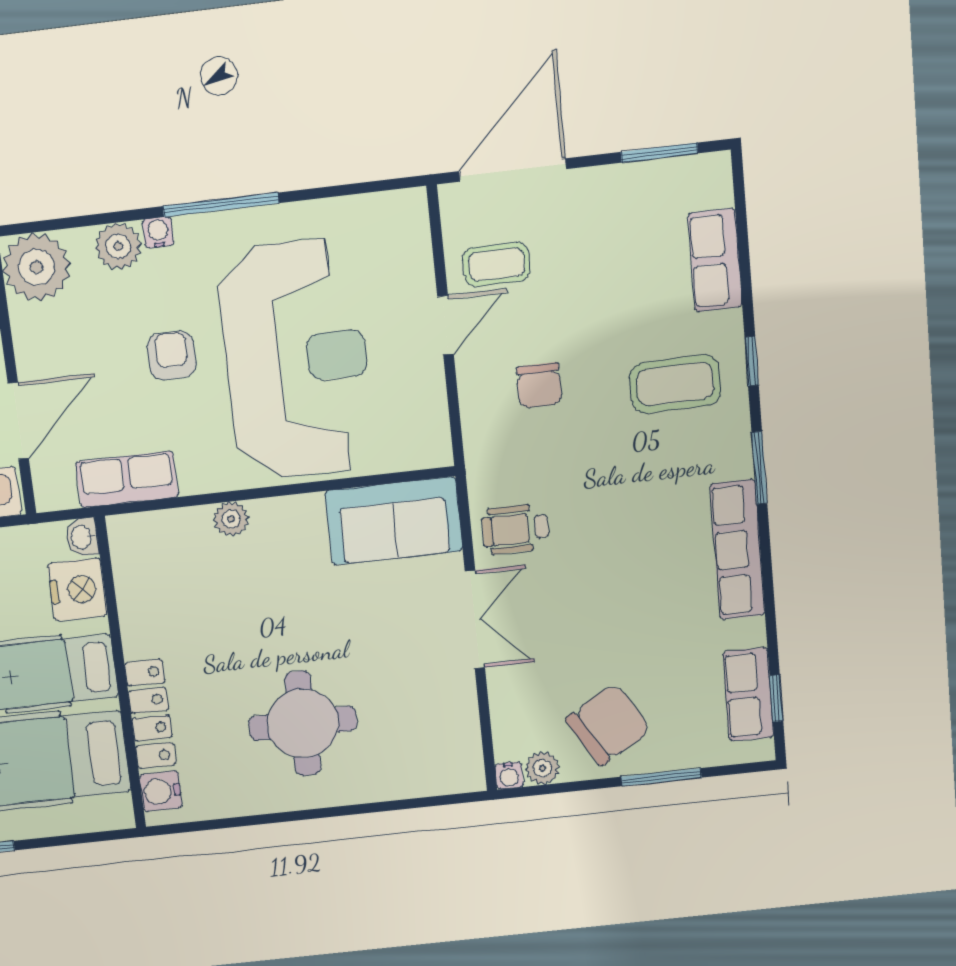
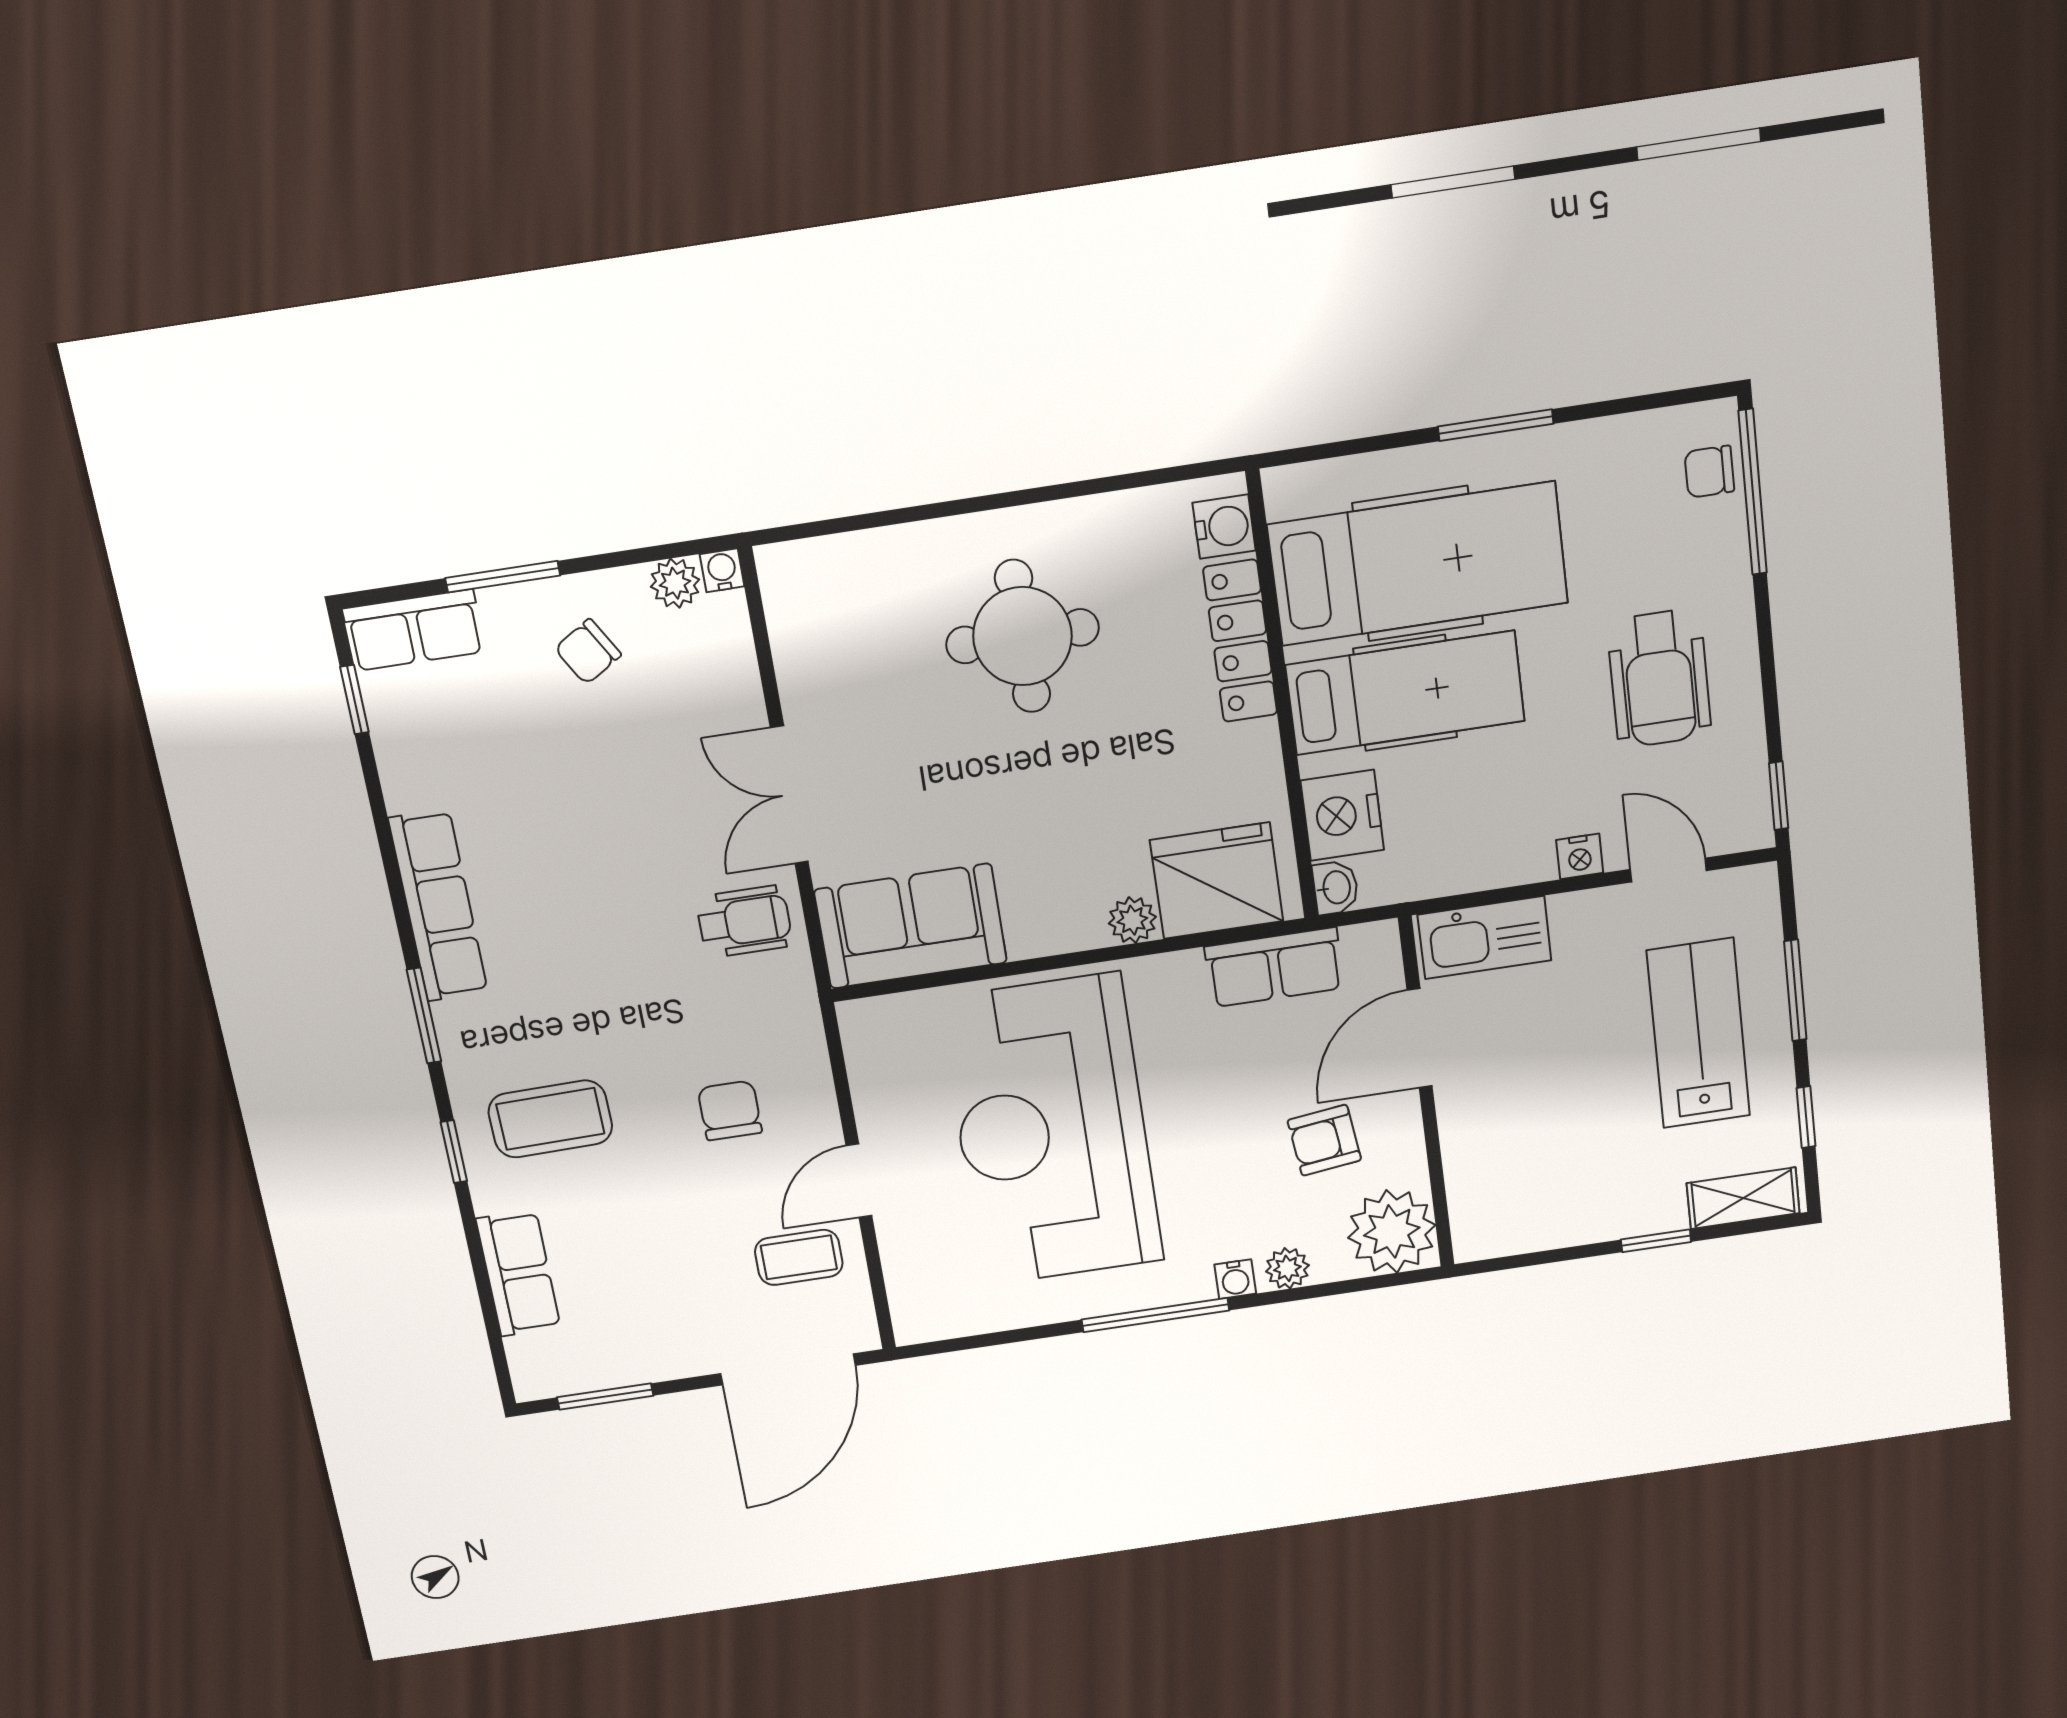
plant: (118, 246) -> (1287, 1268), width x0.73, depth x0.73
armchair: (172, 355) -> (1324, 1140), moved, turned 83
fridge: (169, 546) -> (1217, 881), added
row of seats: (748, 694) -> (414, 630), moved, turned 90
chair: (608, 725) -> (588, 652), width x0.54, depth x0.54

